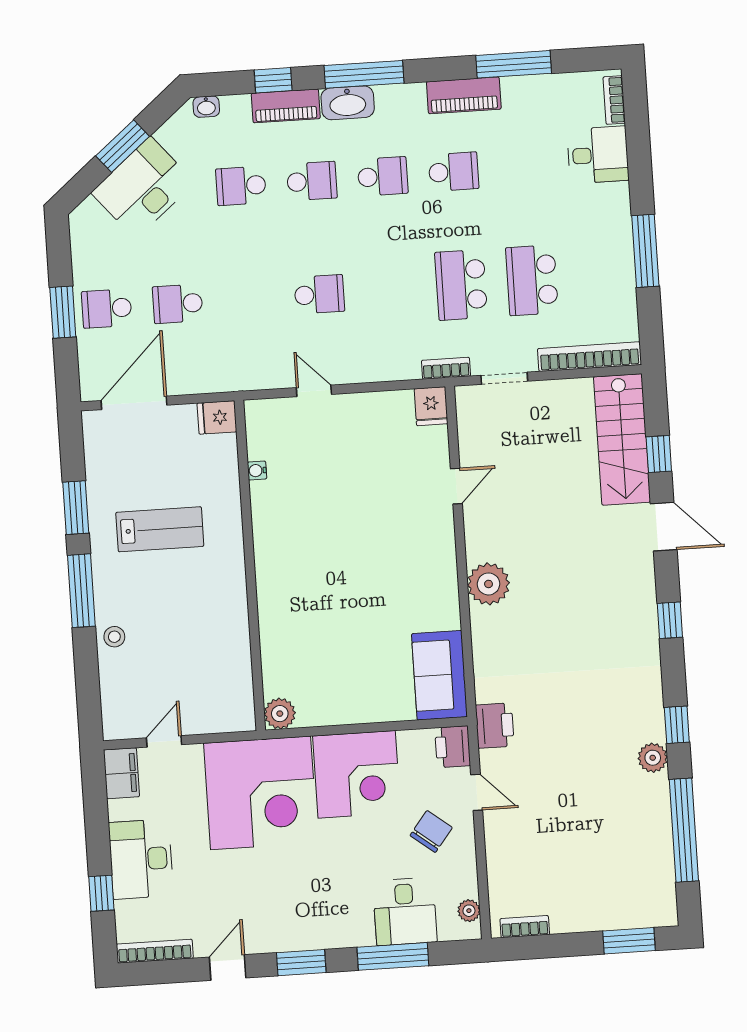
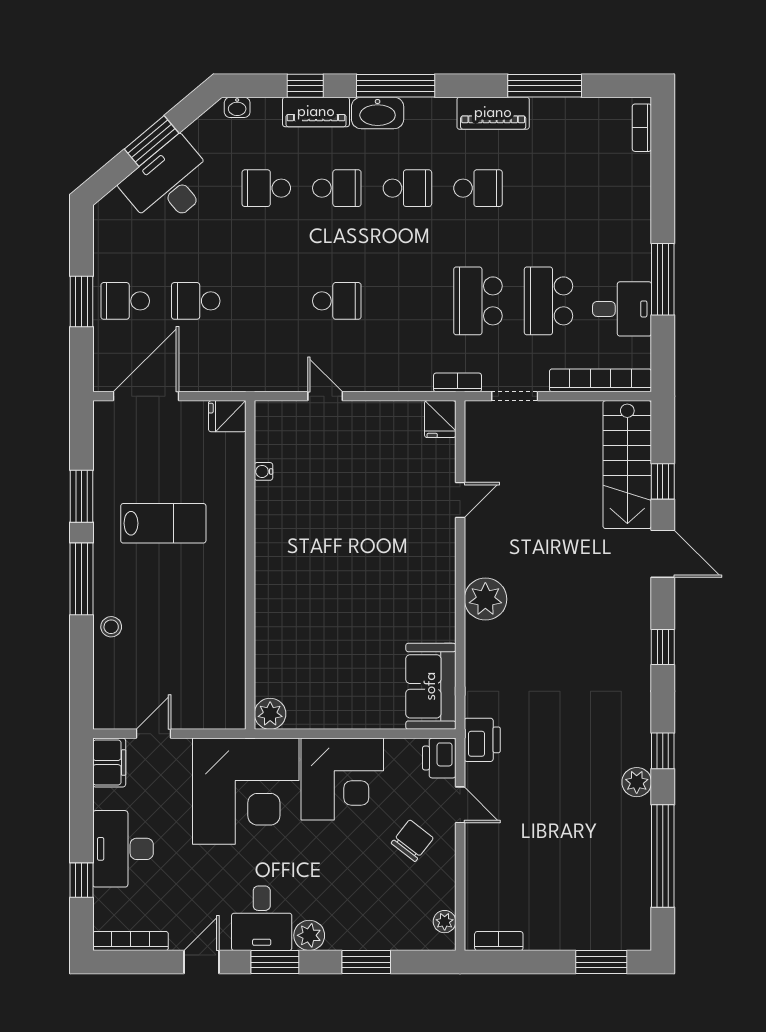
desk: (598, 155) -> (622, 309), moved
desk: (405, 912) -> (262, 918), moved
plant: (334, 934) -> (309, 935), added
window: (393, 956) -> (366, 962), width x0.69

